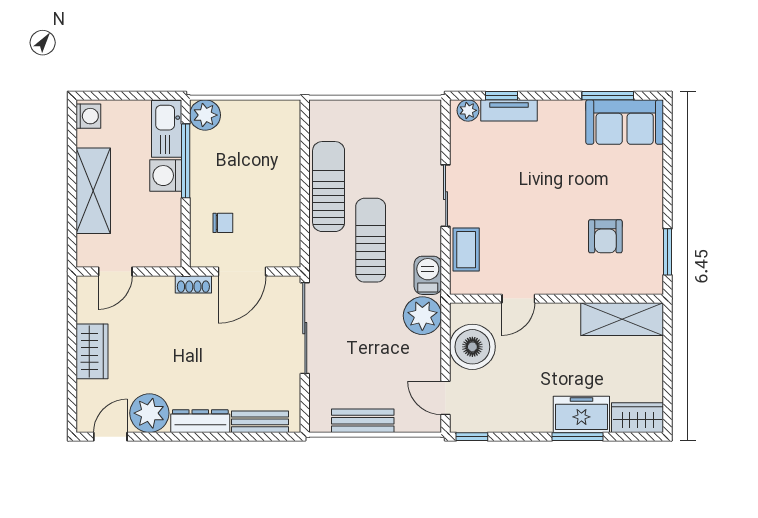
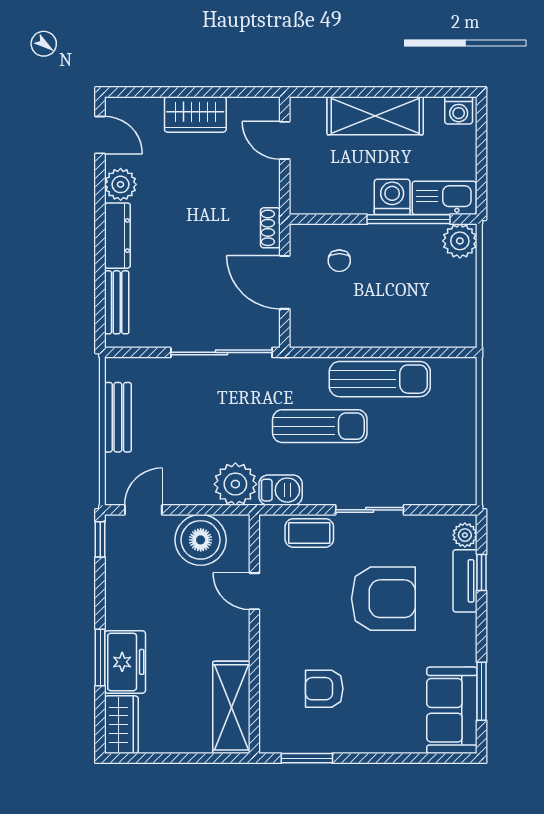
armchair: (525, 183) -> (383, 599), added
plant: (149, 413) -> (121, 184), width x0.73, depth x0.73

